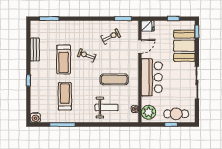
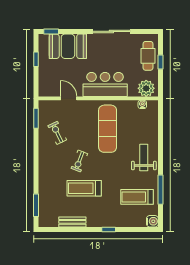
fridge: (148, 26) -> (45, 89), removed
treadmill: (64, 59) -> (84, 188), turned 180
exercise mat: (114, 79) -> (108, 129), width x1.36, depth x1.45
treadmill: (65, 96) -> (137, 197), moved
weight bench: (107, 108) -> (144, 157), moved

